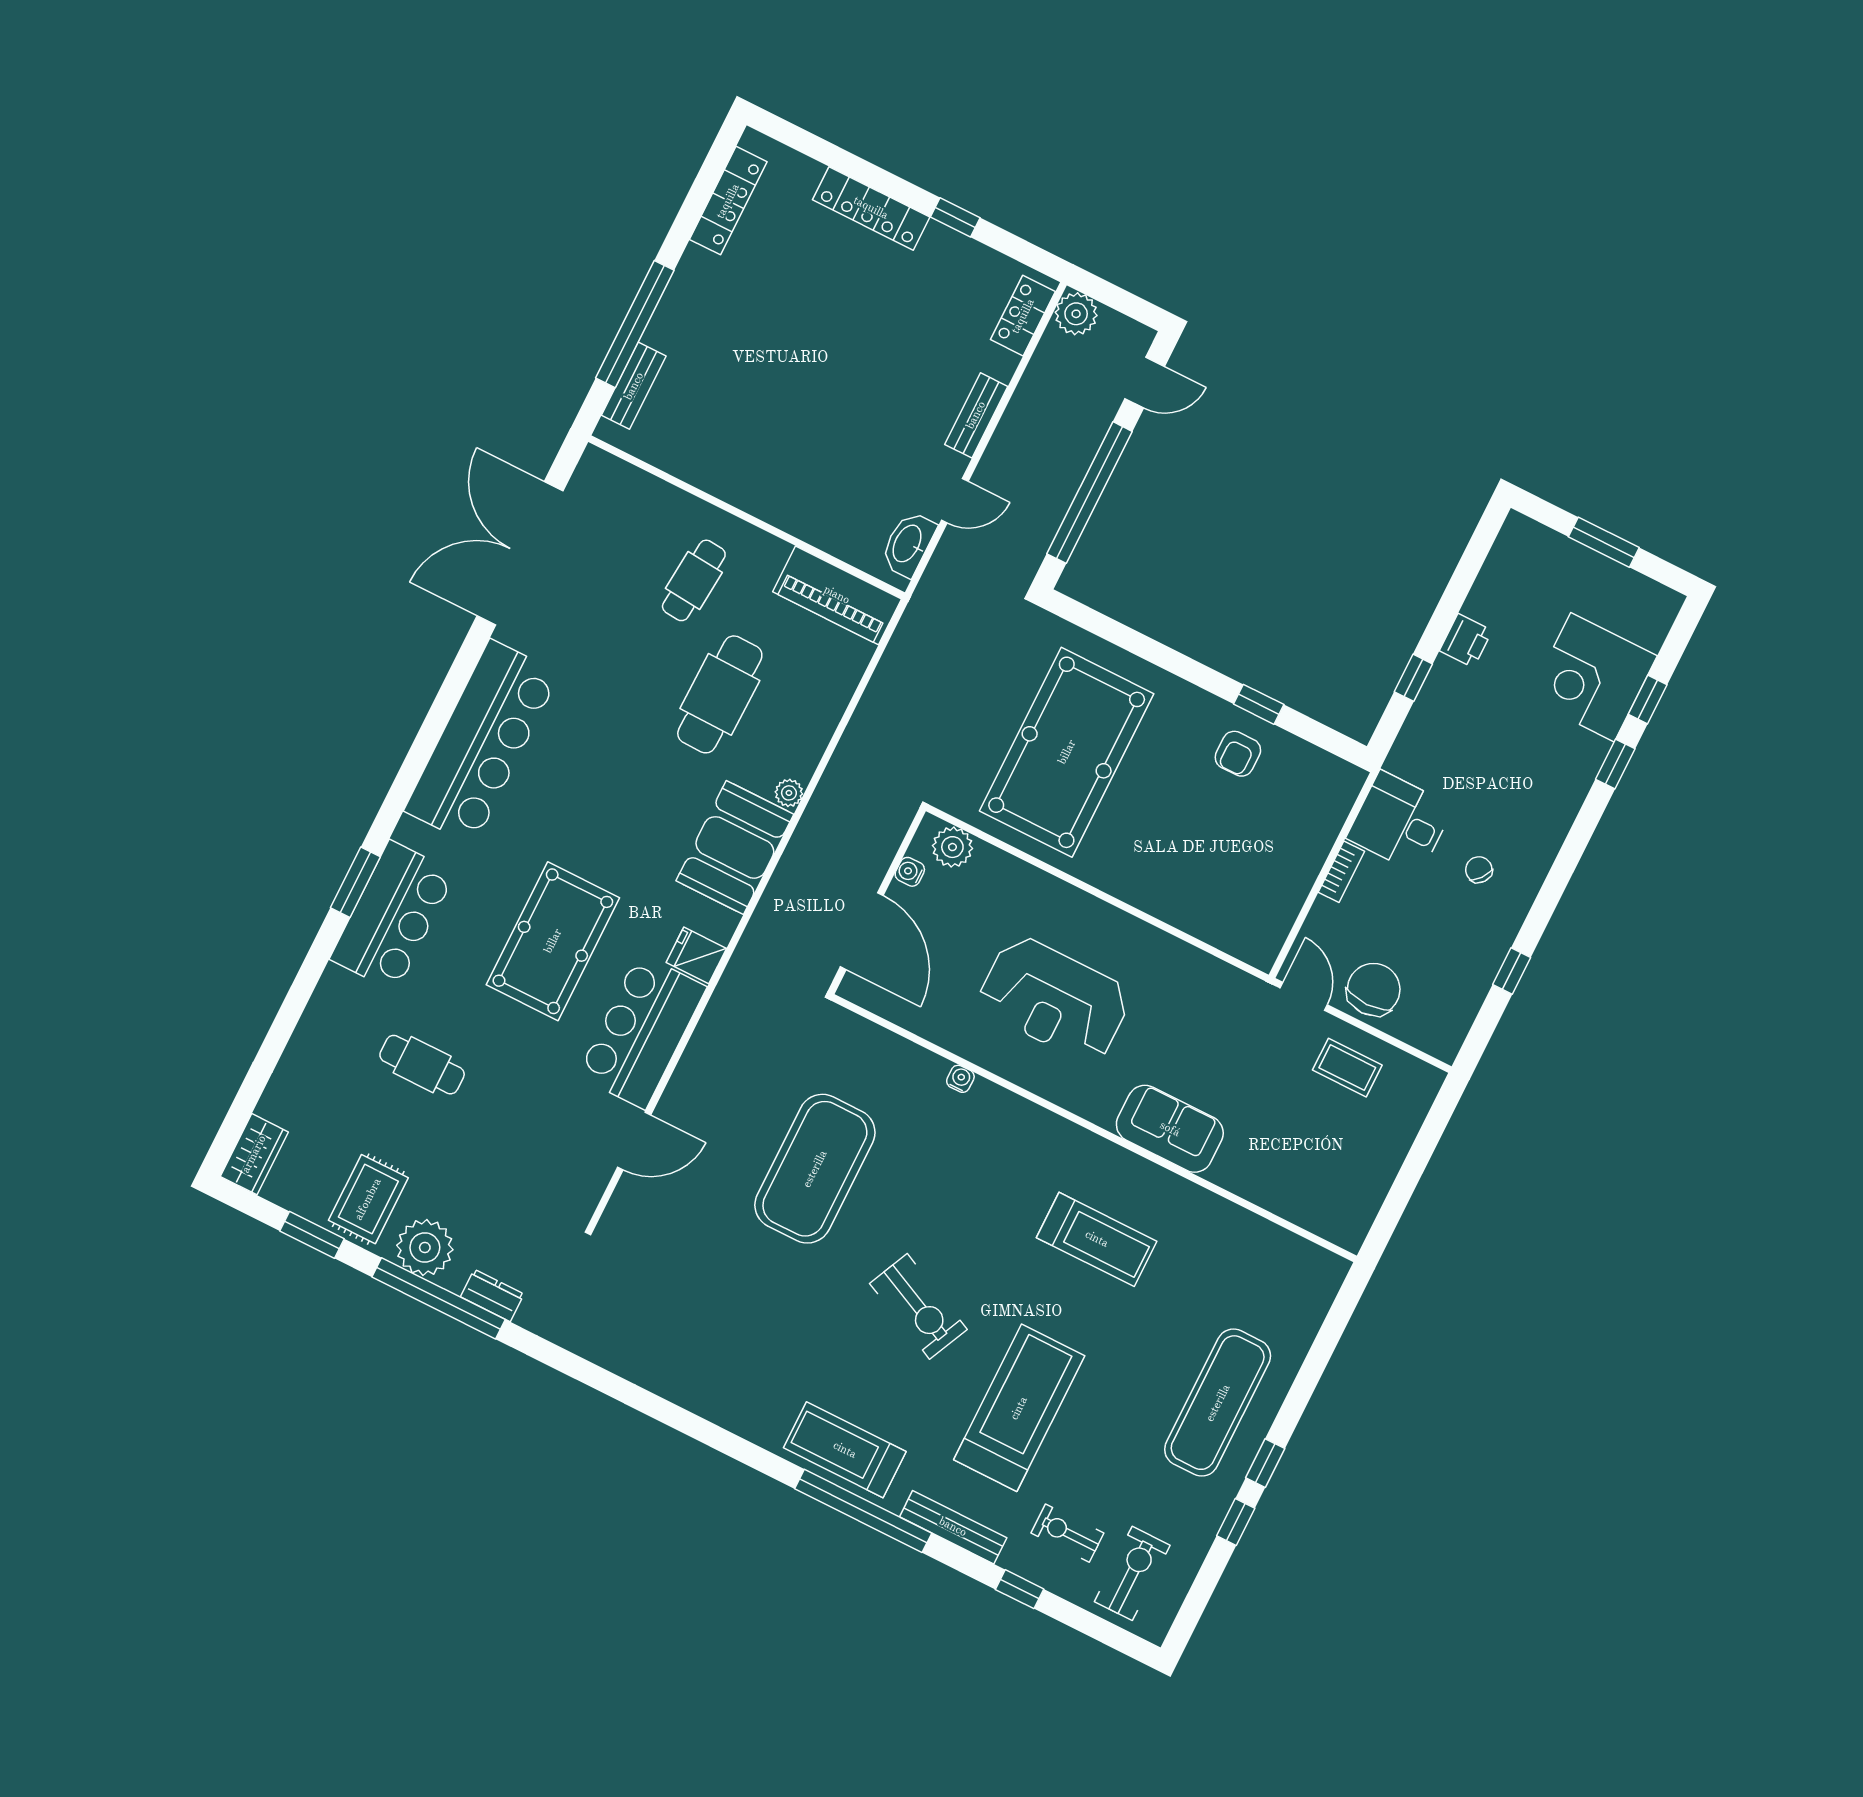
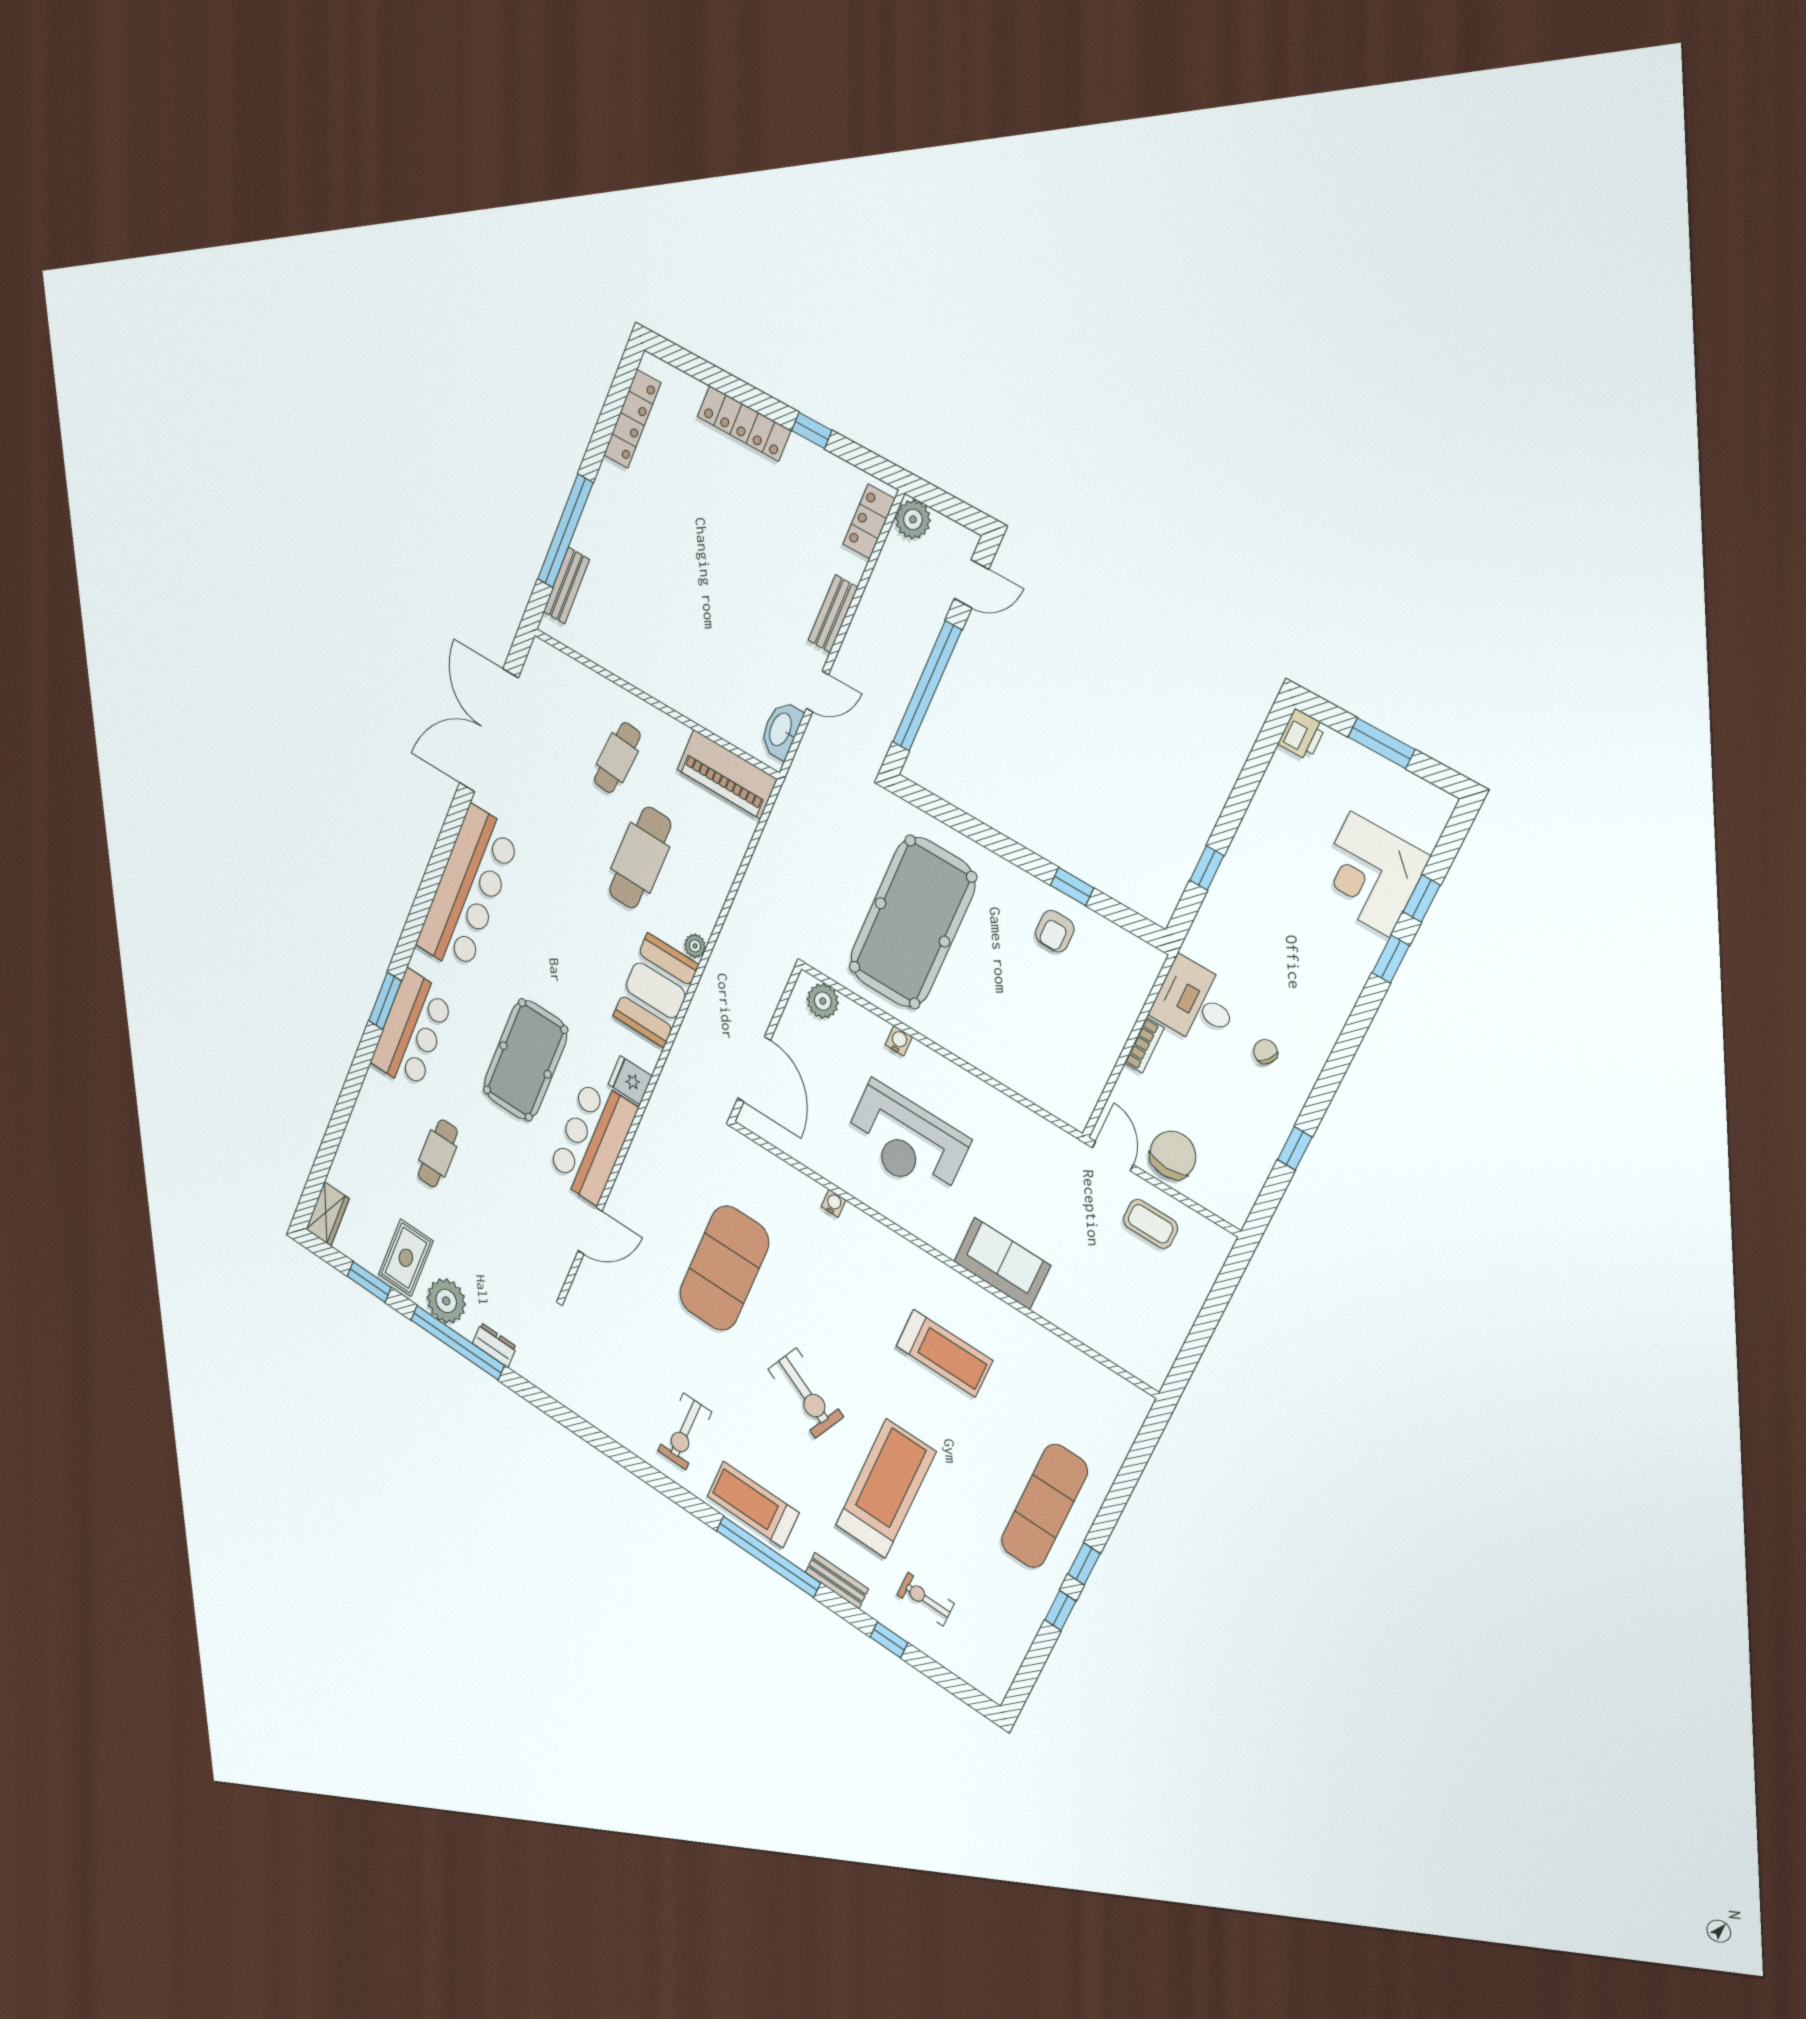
printer: (1466, 641) -> (1302, 735), moved
water cooler: (910, 872) -> (899, 1041), moved, turned 90
cafe table: (422, 1065) -> (438, 1153), turned 90
bench: (953, 1527) -> (837, 1581), width x0.73
exercise bike: (1132, 1573) -> (685, 1431), moved, turned 180

